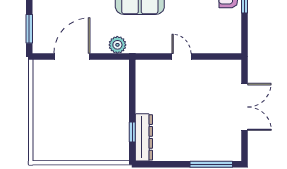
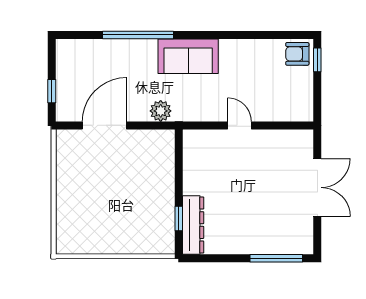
window: (29, 29) -> (52, 91), width x0.67

